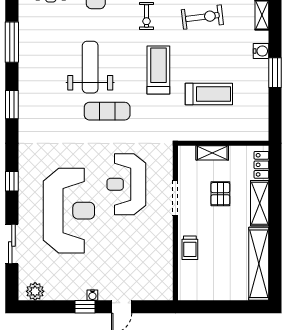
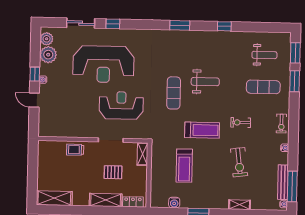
window: (12, 42) -> (224, 26), width x0.46
water cooler: (261, 51) -> (174, 203), moved
weight bench: (90, 67) -> (205, 82), width x0.73, depth x0.75
shelving: (212, 153) -> (142, 154), moved
window: (12, 181) -> (113, 24), moved
shelving: (259, 264) -> (54, 198), width x0.68
plant: (57, 289) -> (48, 55), added

